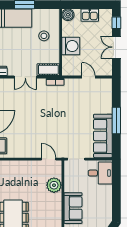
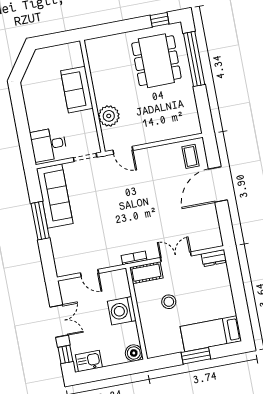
kitchen sink: (90, 15) -> (89, 361), moved
stool: (44, 36) -> (169, 302), moved

